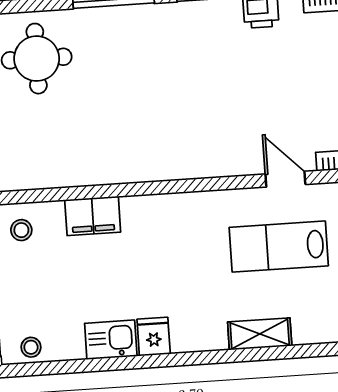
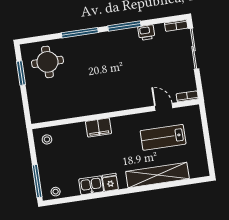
filing cabinet: (93, 216) -> (98, 127), moved
shelving: (260, 334) -> (157, 175), width x2.20, depth x1.33

